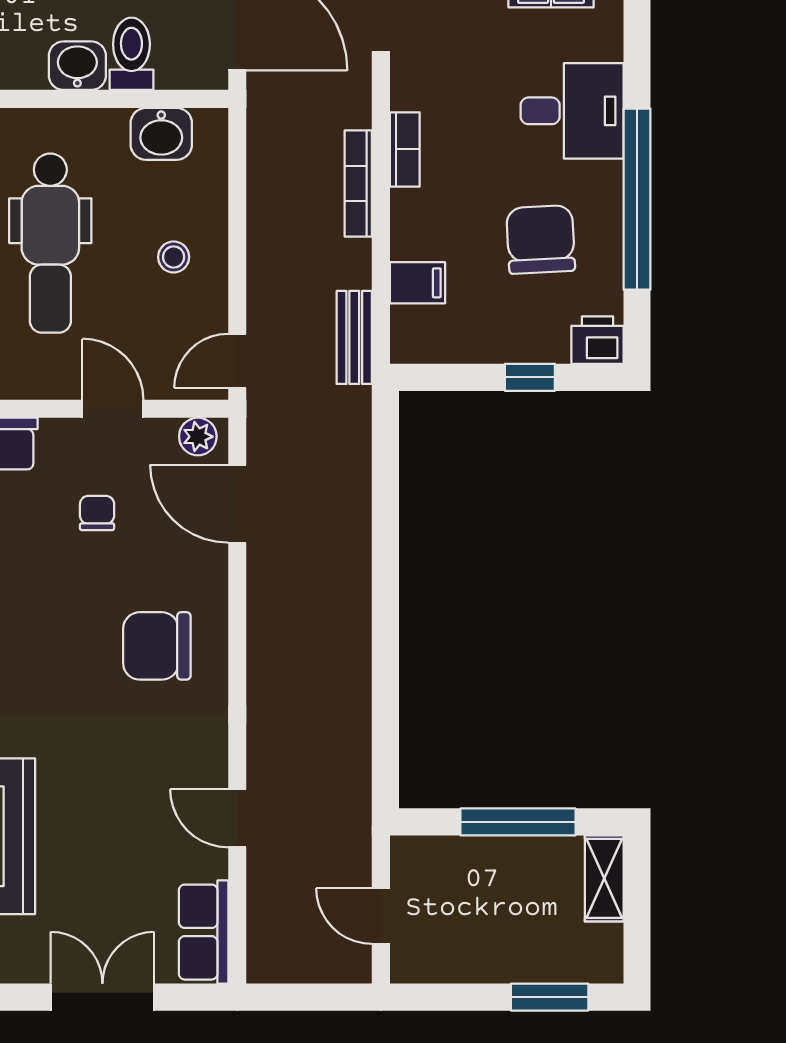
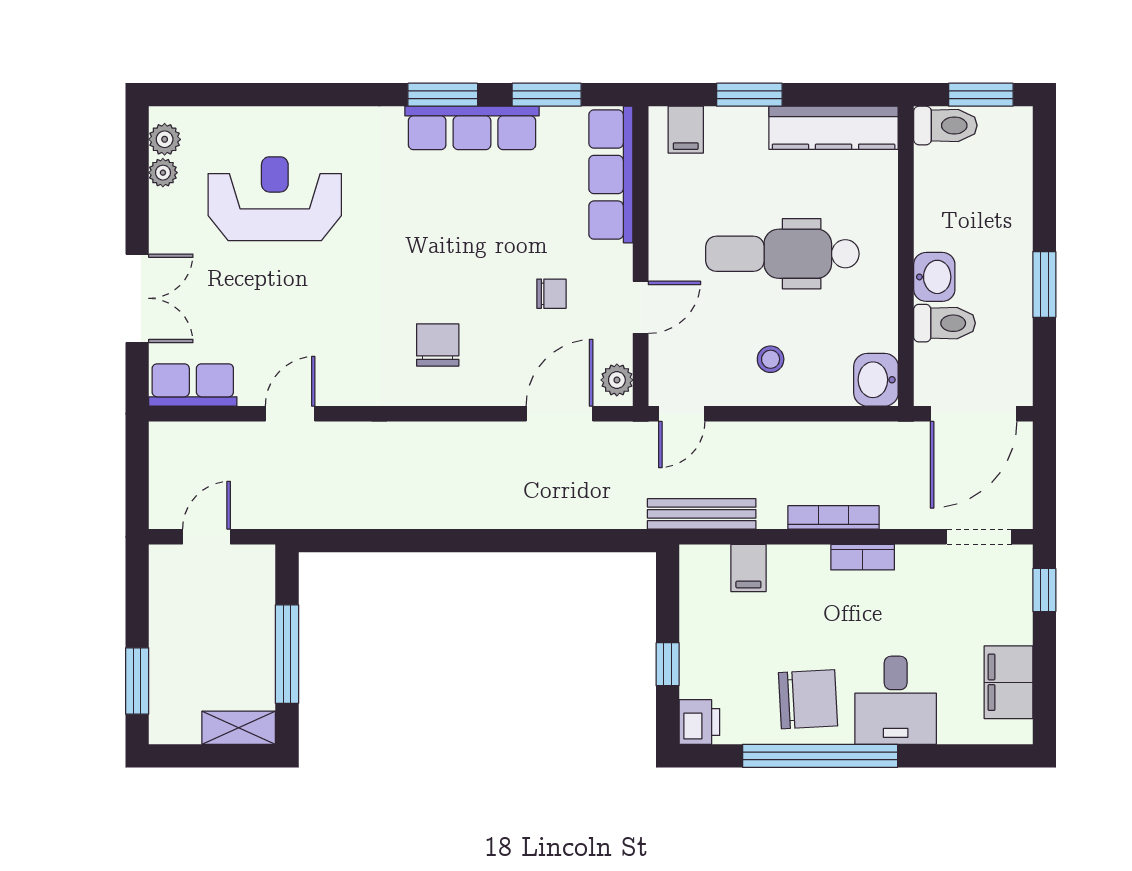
washbasin: (161, 134) -> (876, 380), moved
chair: (541, 239) -> (808, 699), moved
bench: (354, 337) -> (702, 514), width x1.36
door: (237, 361) -> (682, 414), swing flipped
chair: (157, 646) -> (438, 345), width x0.73, depth x0.73

